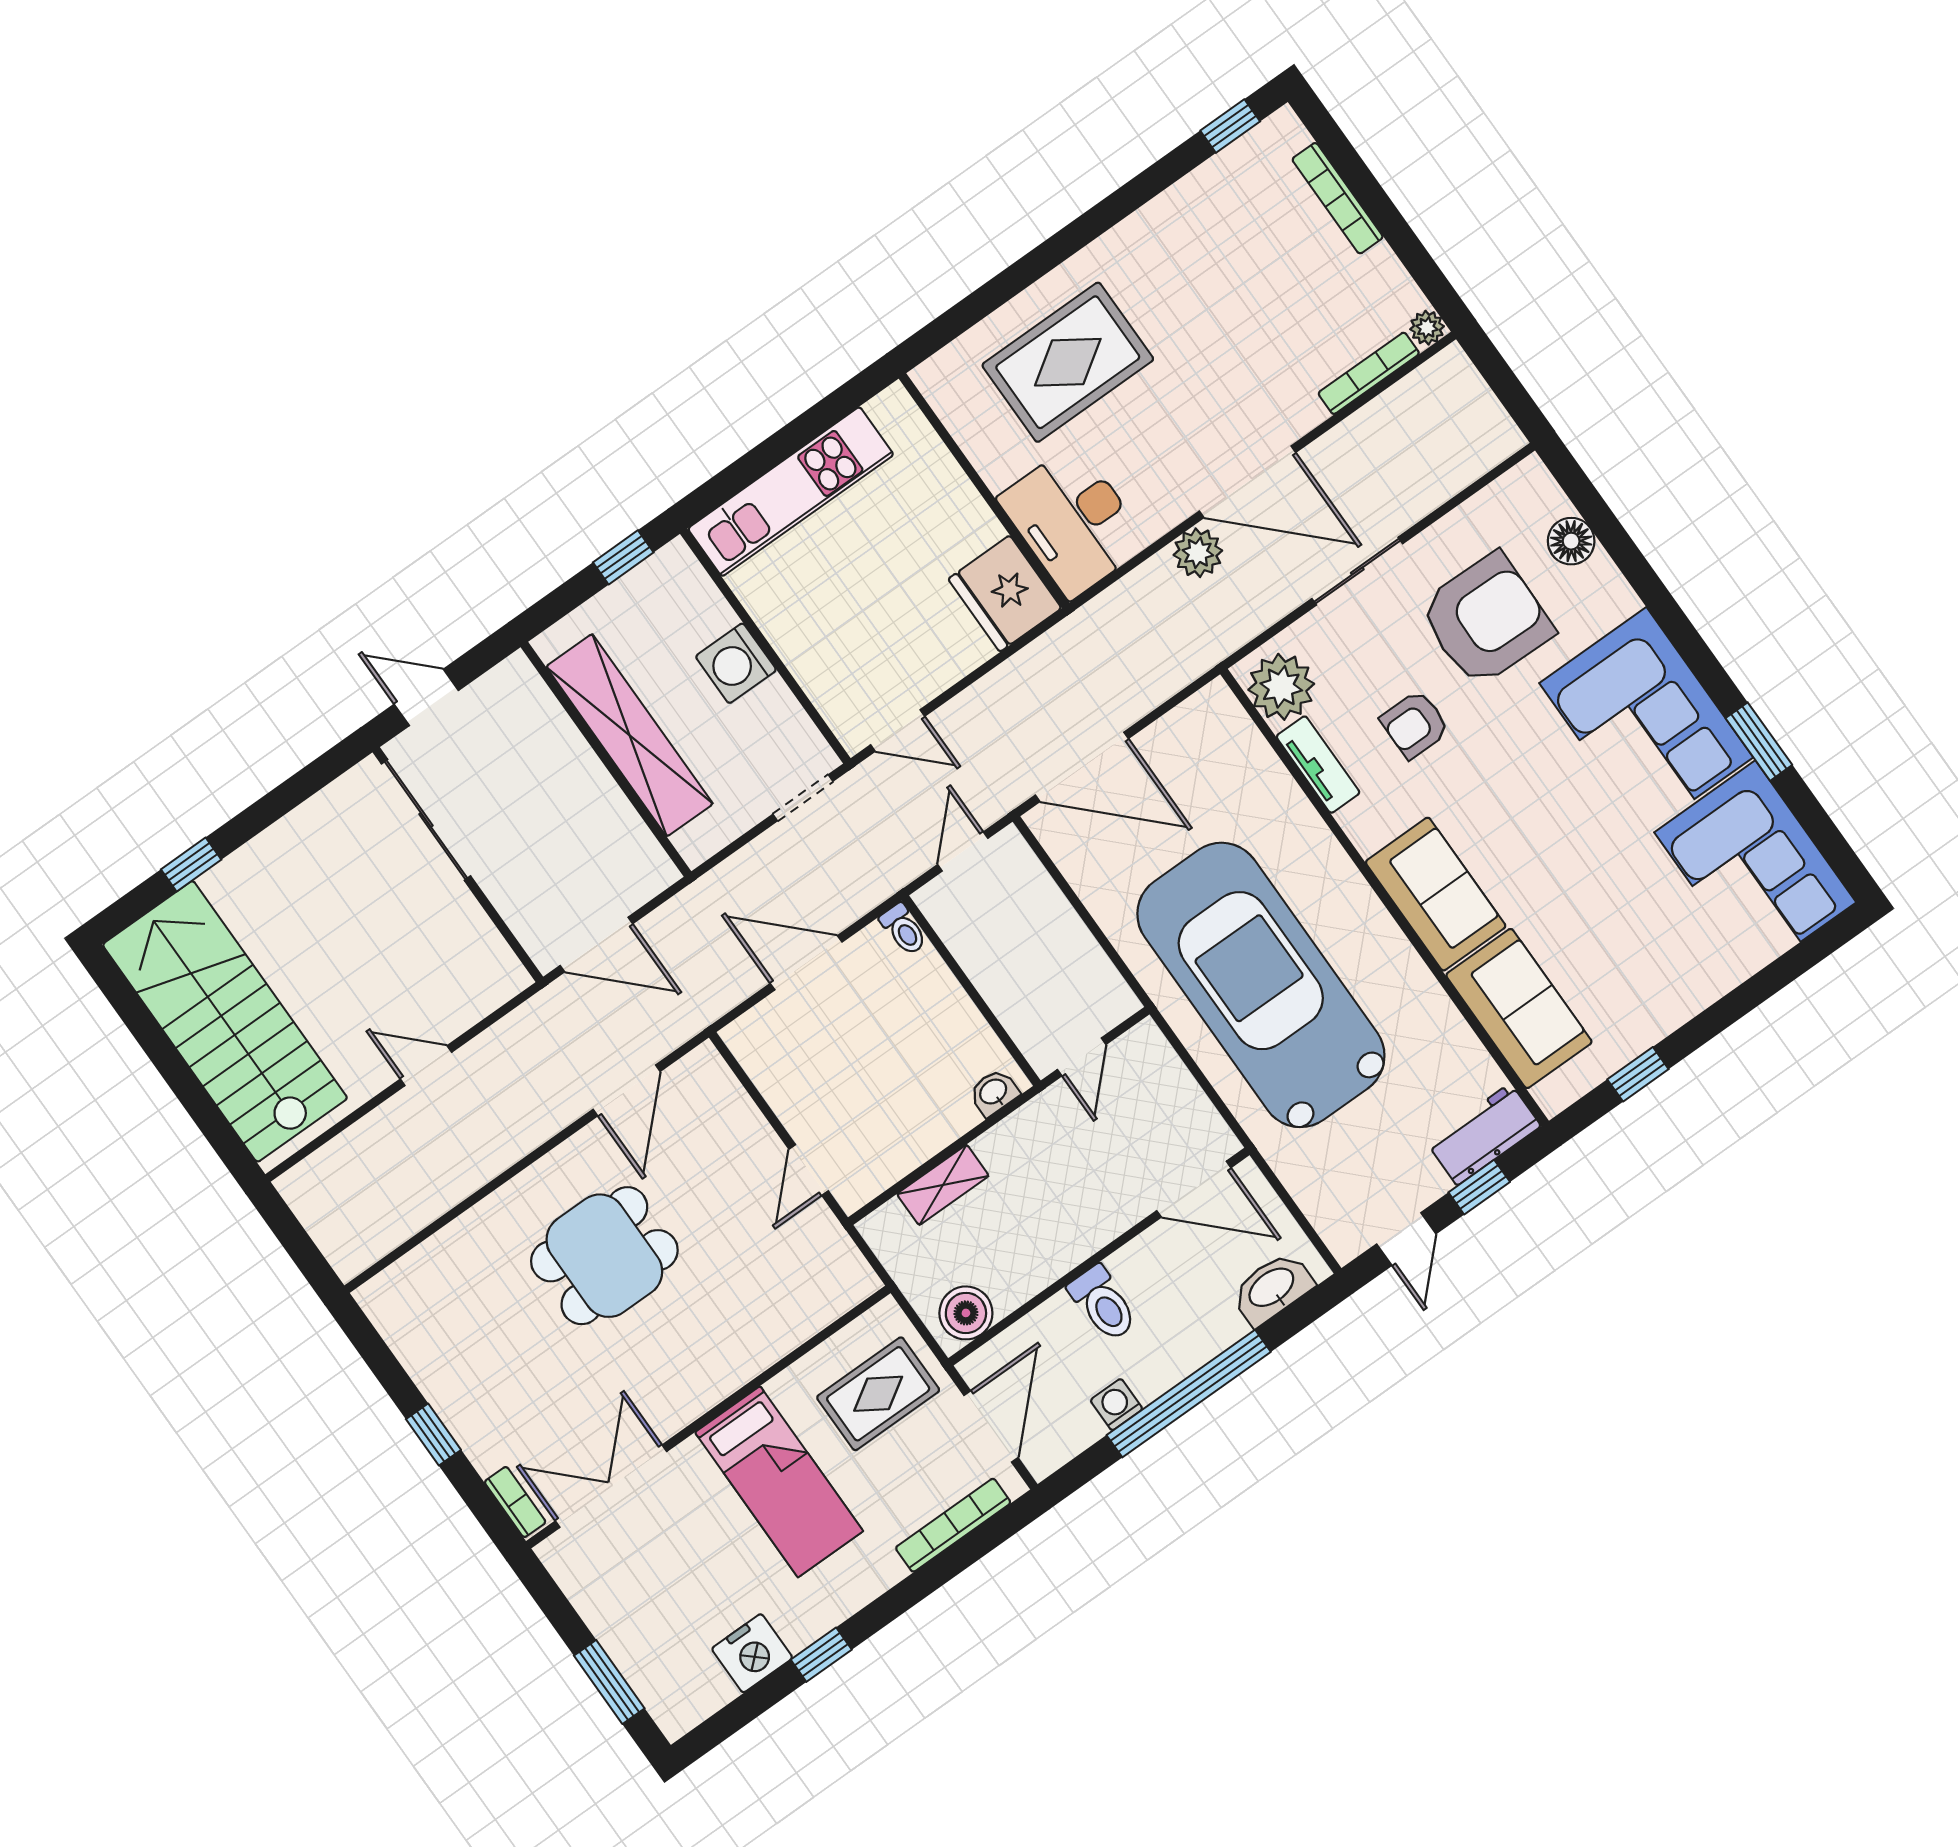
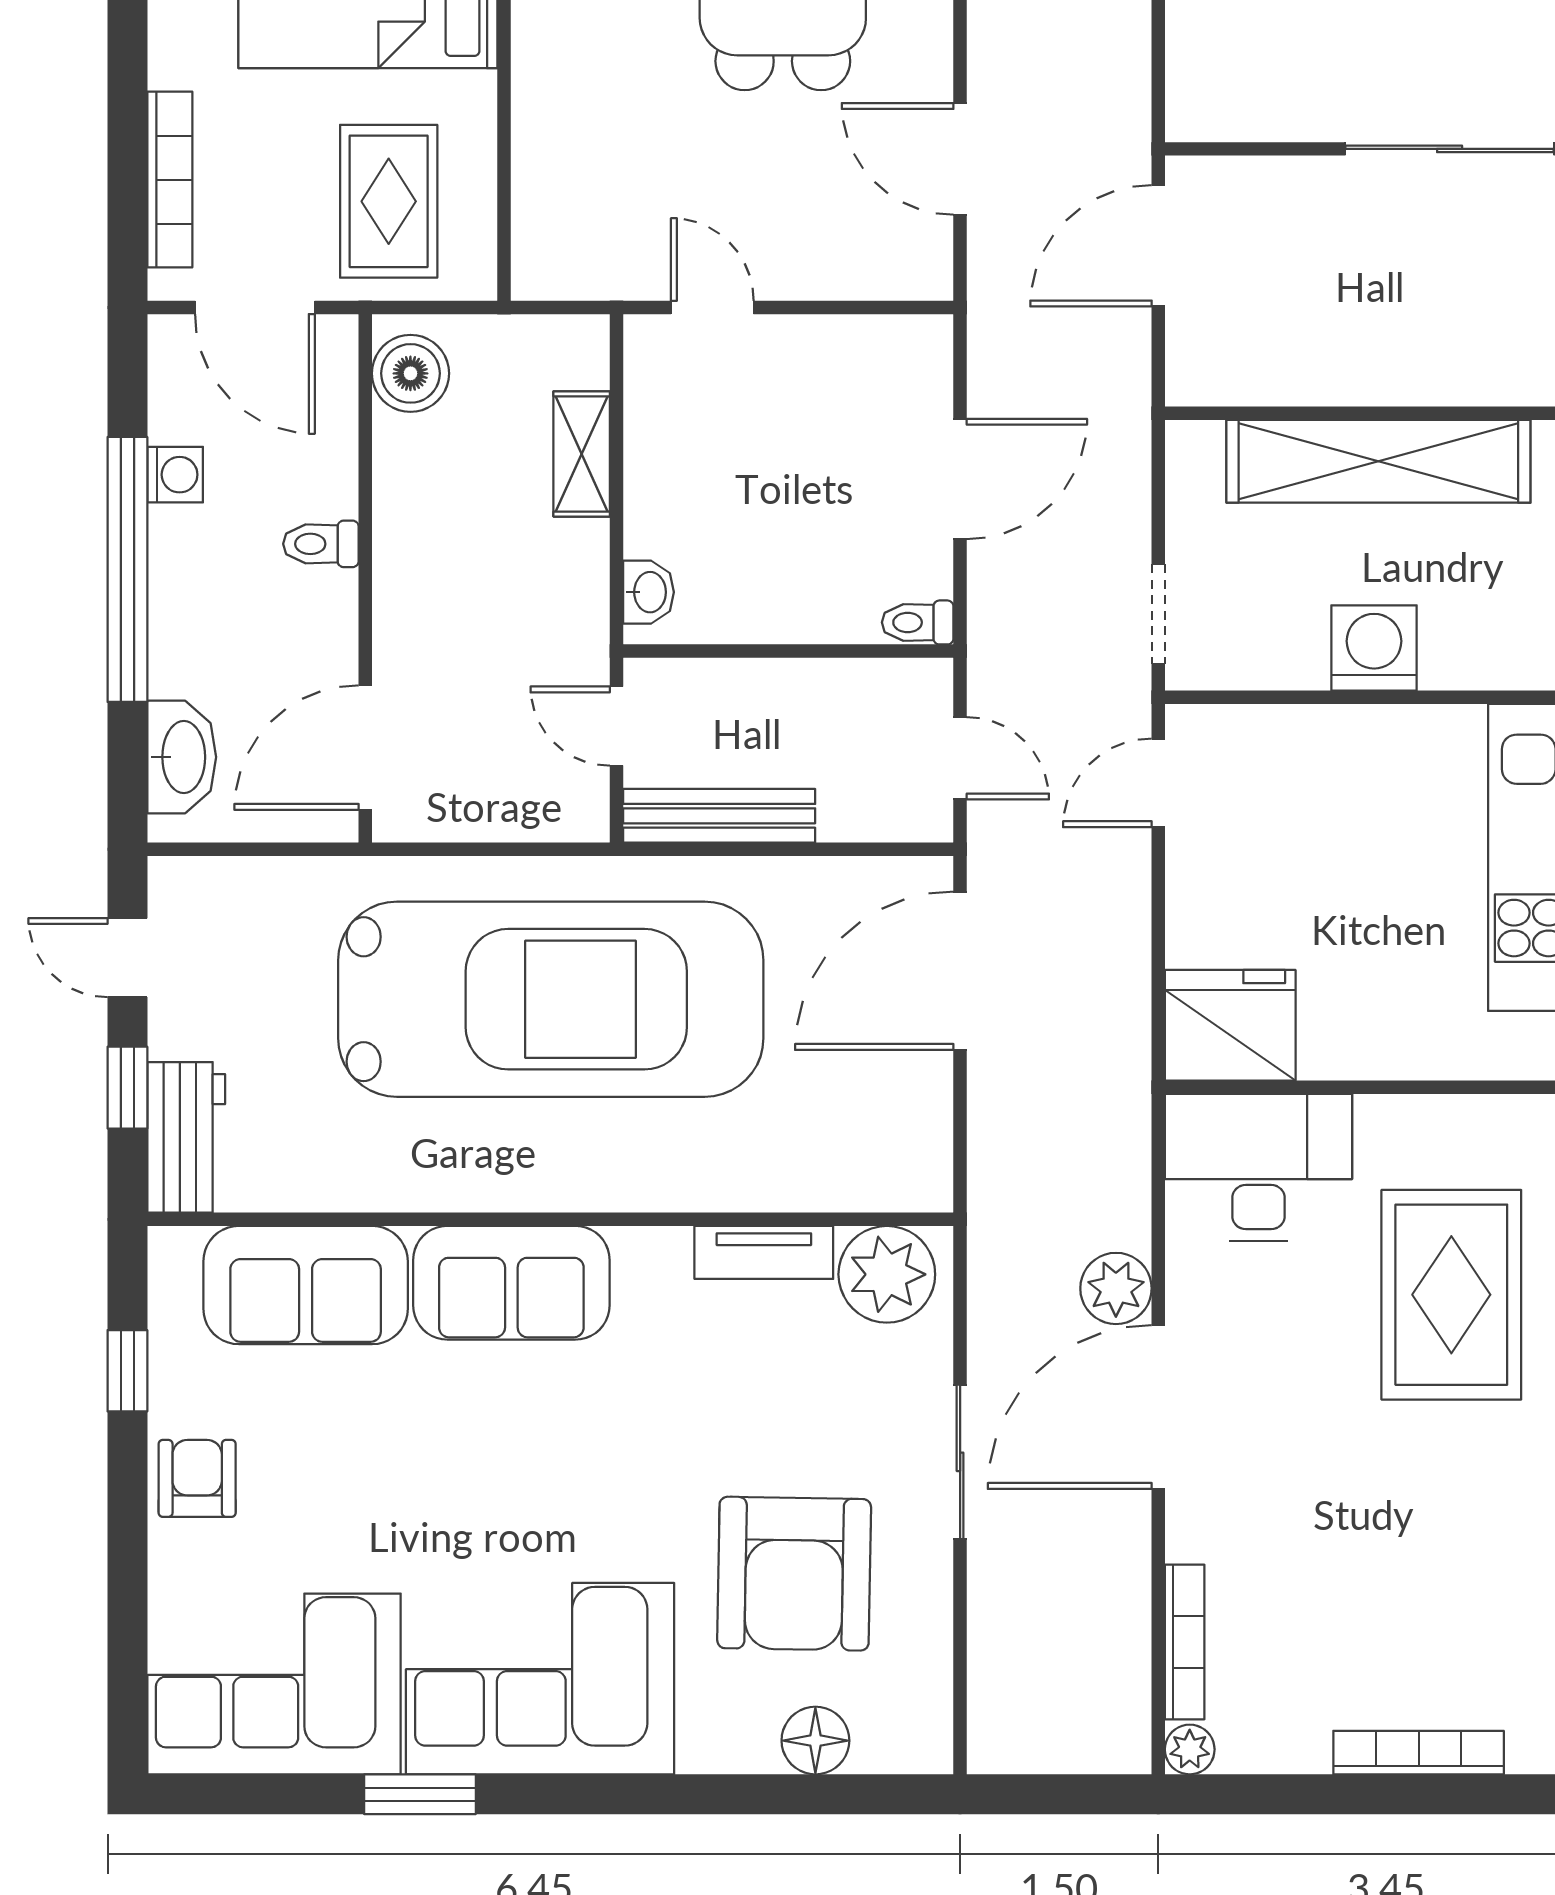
armchair: (1415, 724) -> (197, 1478), moved
bench: (1091, 964) -> (719, 816), added
toilet: (1103, 1303) -> (321, 544), width x0.73, depth x0.72

